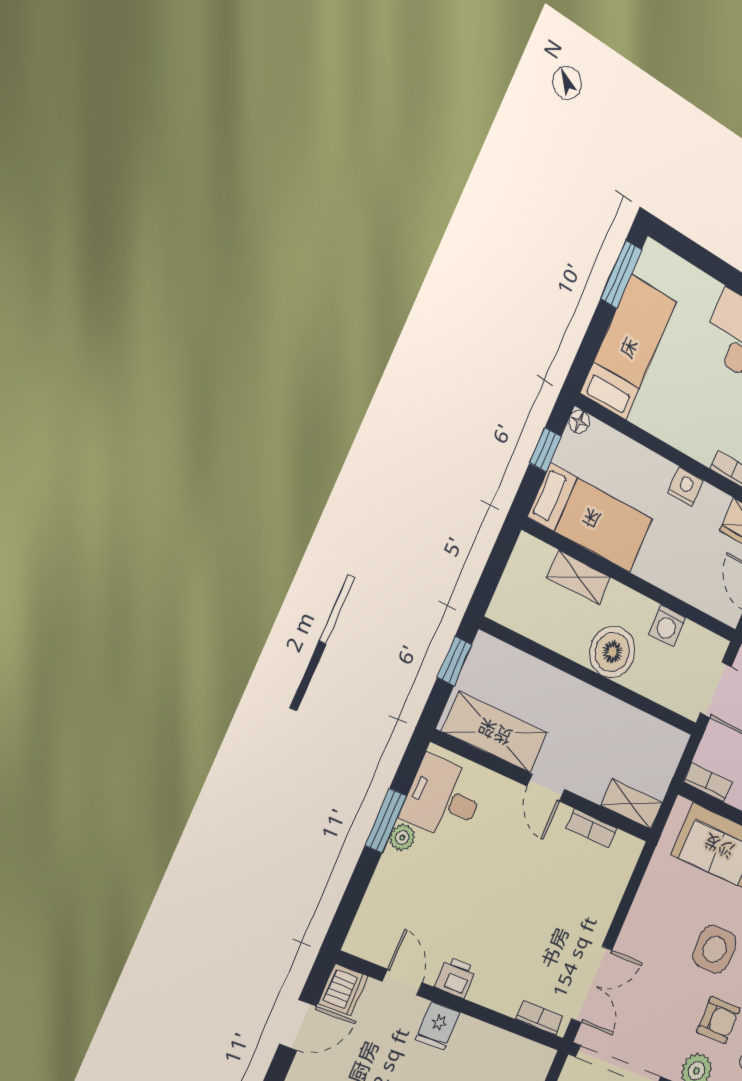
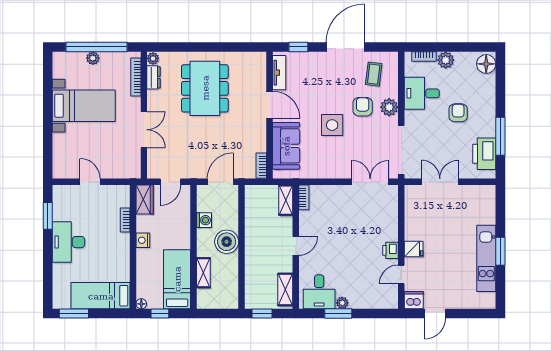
shelving: (495, 732) -> (285, 289), width x0.67, depth x0.75
bookcase: (592, 828) -> (304, 197), moved
bookcase: (540, 1018) -> (393, 201), removed
door: (298, 1025) -> (435, 314), swing flipped

